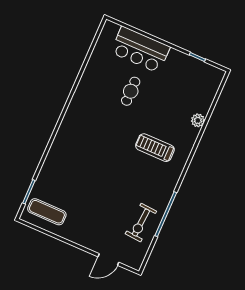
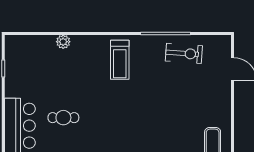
treadmill: (155, 148) -> (120, 60), moved

